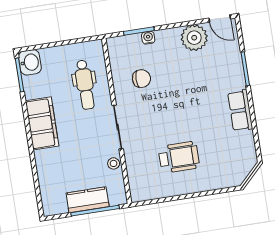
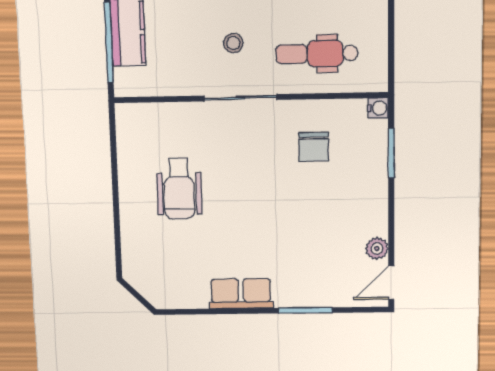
water cooler: (148, 38) -> (378, 108), moved
plant: (194, 38) -> (377, 249), width x0.53, depth x0.53
stool: (114, 163) -> (233, 43), moved

